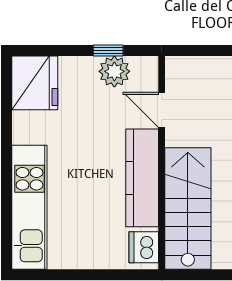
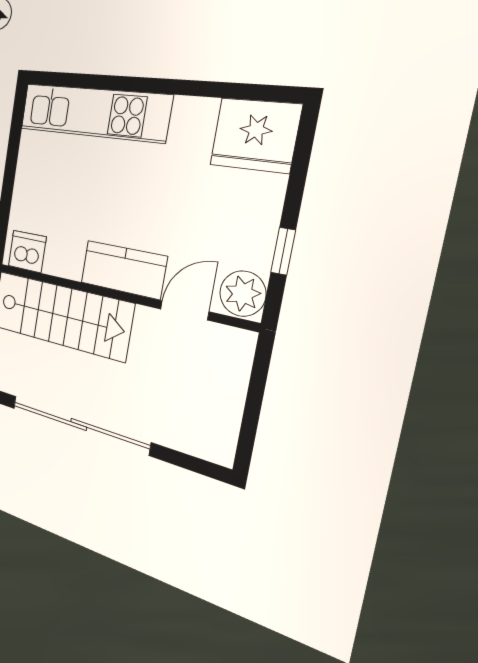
plant: (114, 71) -> (243, 294), moved
kitchen counter: (142, 178) -> (123, 270), width x0.67

